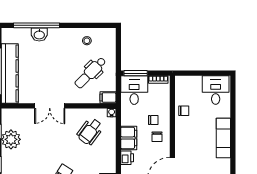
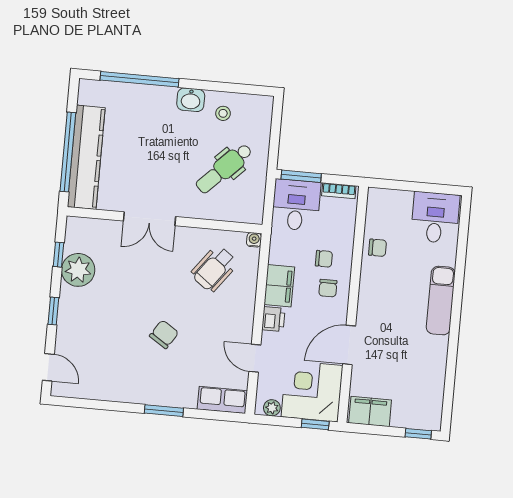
washbasin: (39, 35) -> (191, 100), moved
filing cabinet: (108, 97) -> (250, 213), removed

